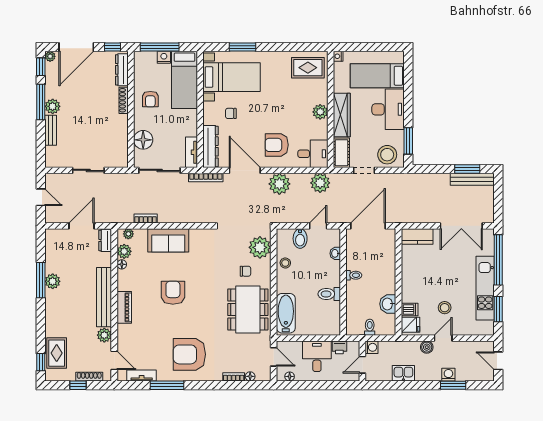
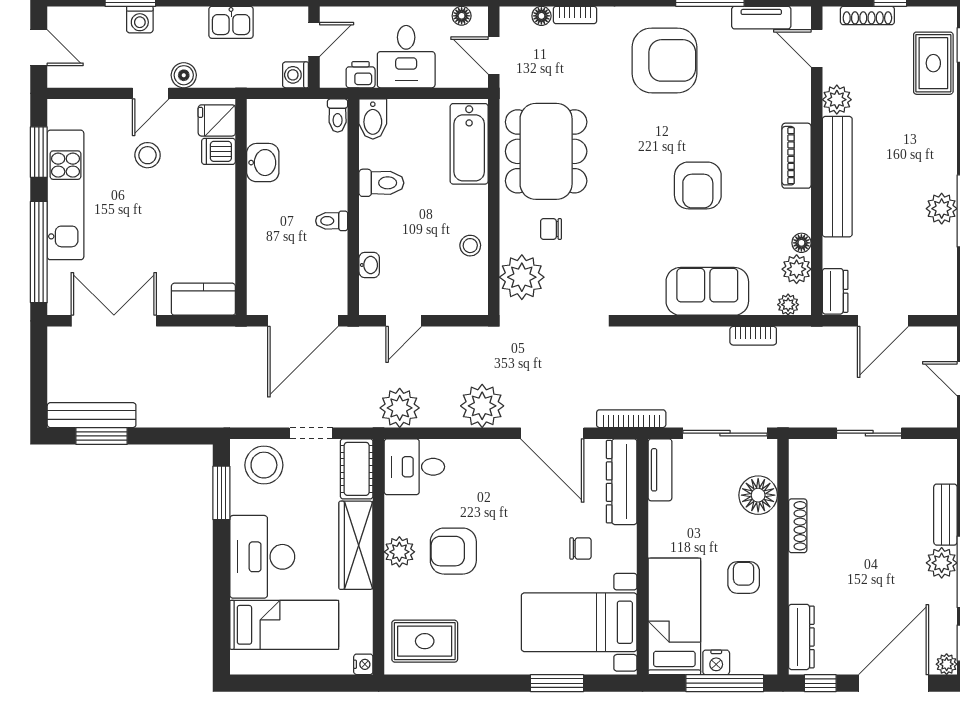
shoe rack: (124, 100) -> (798, 526), moved
armchair: (277, 145) -> (453, 551), moved, turned 180
bidet: (300, 239) -> (373, 119), moved, turned 180
toilet: (370, 327) -> (338, 116), moved

